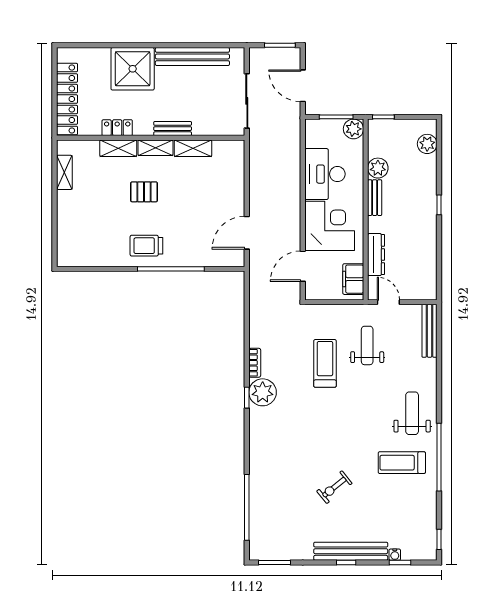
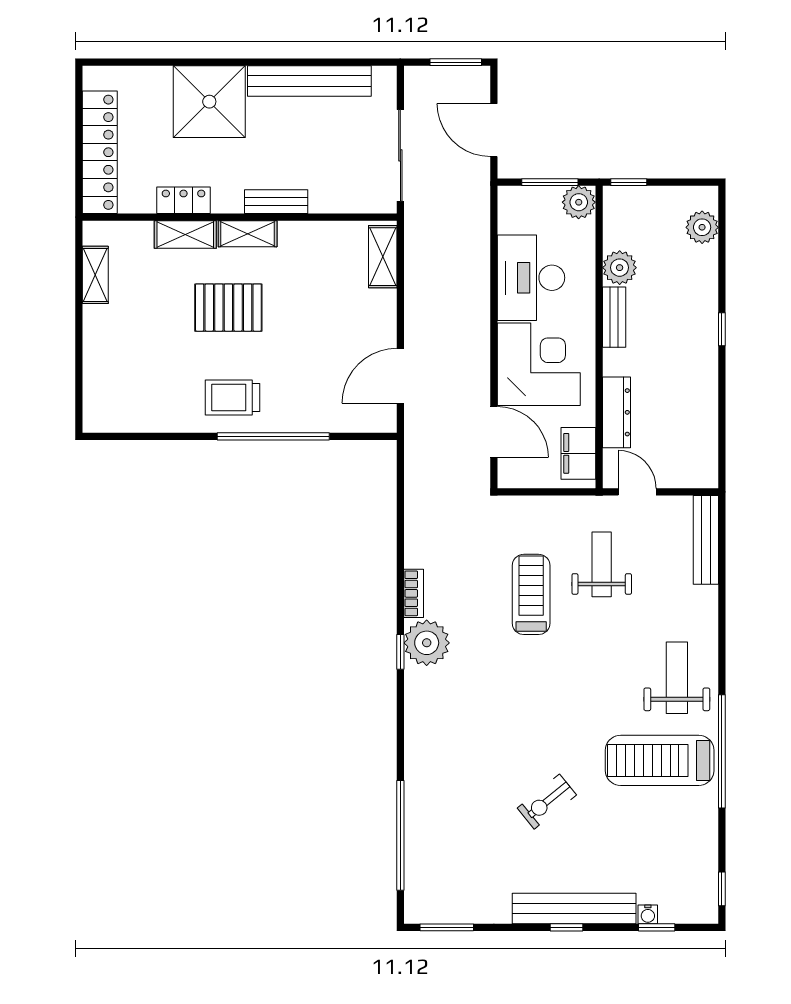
shelving: (193, 148) -> (383, 257), moved, turned 90
pallet: (144, 192) -> (228, 308), width x1.50, depth x1.42
door: (303, 266) -> (494, 432), swing flipped
treadmill: (402, 463) -> (660, 760), width x1.37, depth x1.38

